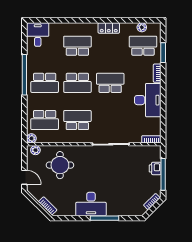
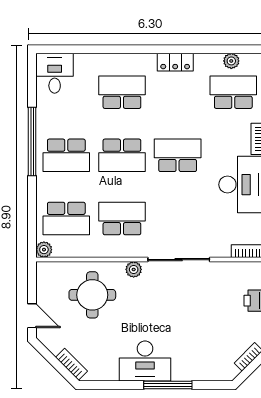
plant: (35, 150) -> (134, 269), moved

